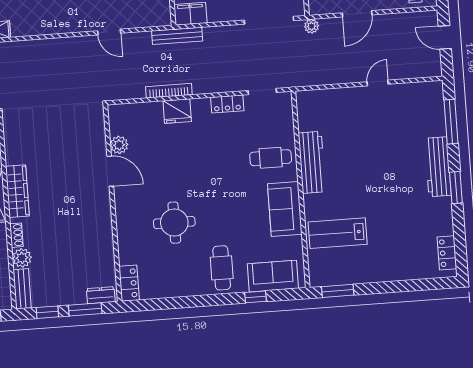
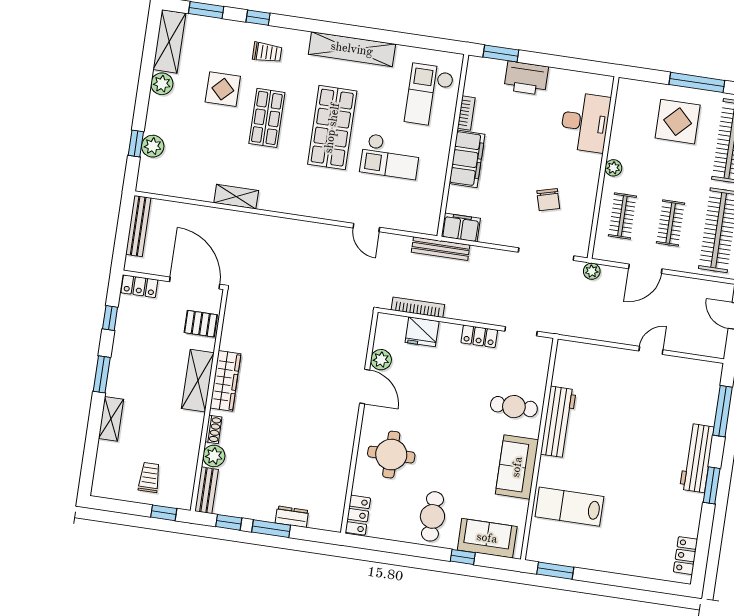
plant: (119, 145) -> (381, 360), moved
door: (110, 171) -> (365, 386), moved
wall: (113, 203) -> (359, 422), moved
locker: (129, 283) -> (358, 515), moved

